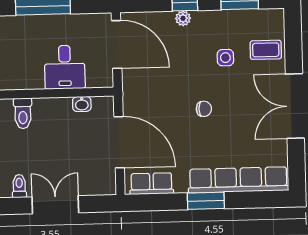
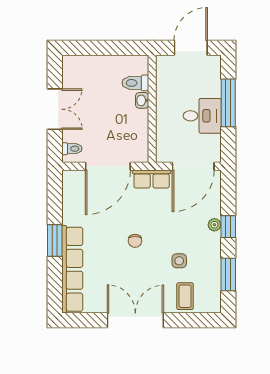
desk: (65, 67) -> (202, 116), moved, turned 180
washbasin: (82, 104) -> (142, 100), moved
row of seats: (151, 184) -> (152, 179), moved, turned 90
toilet: (19, 186) -> (72, 149), moved

